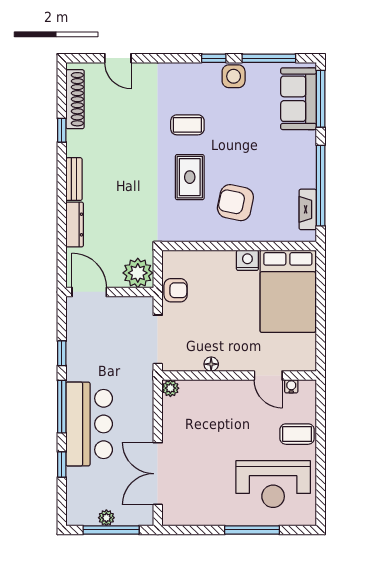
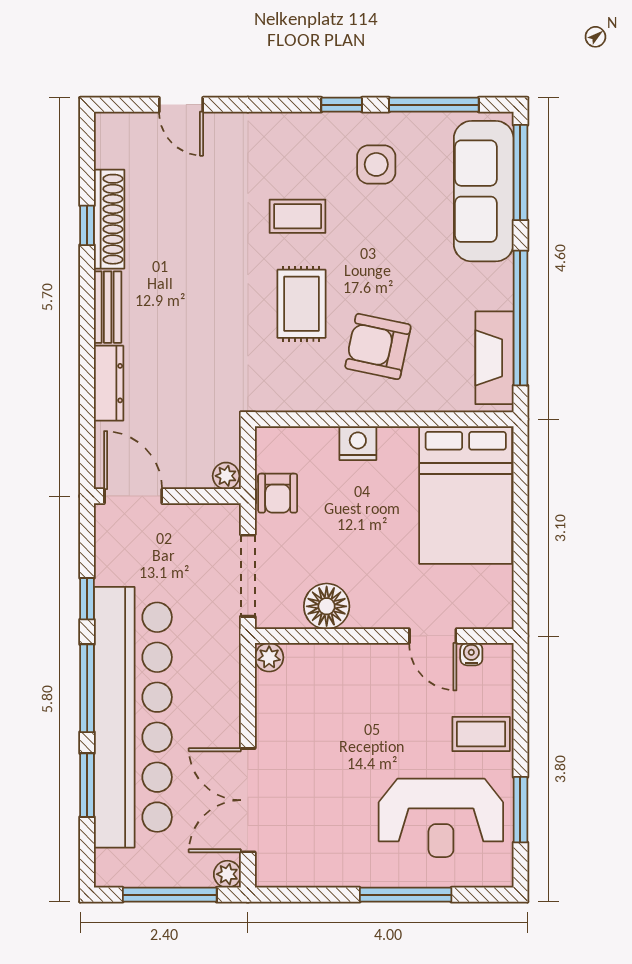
side table: (234, 76) -> (376, 164), moved
shoe rack: (75, 99) -> (109, 219), moved
sofa: (299, 99) -> (484, 191), width x1.36
fireplace: (308, 209) -> (494, 358), width x1.37, depth x1.32
nightstand: (247, 260) -> (358, 443), moved
plant: (138, 273) -> (226, 476), width x0.53, depth x0.53
armchair: (176, 290) -> (278, 493), turned 90
floor lamp: (211, 364) -> (327, 606), width x1.89, depth x1.89
bar counter: (89, 424) -> (133, 717), width x1.86
window: (62, 465) -> (87, 785), width x1.50
window: (321, 479) -> (520, 810), added
plant: (106, 518) -> (227, 874), moved

